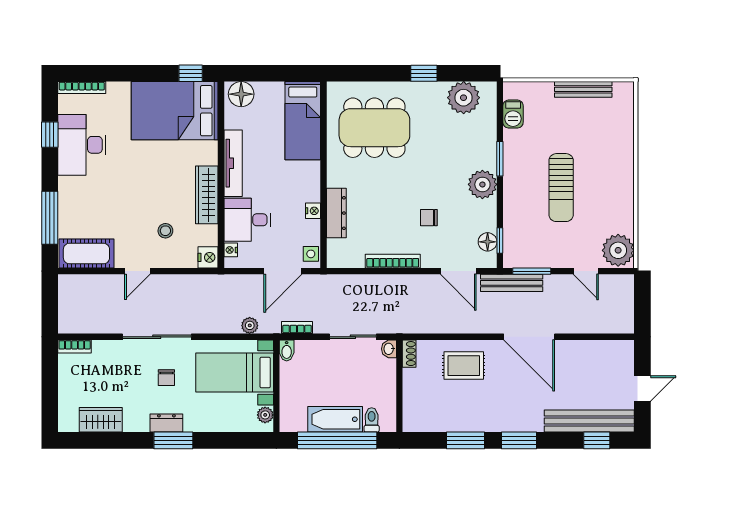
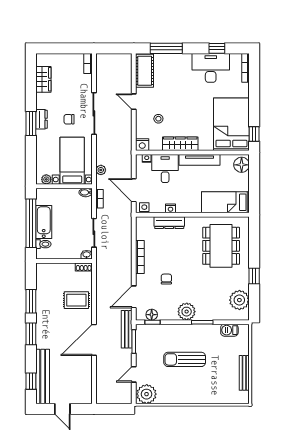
rug: (464, 366) -> (76, 300), turned 90

